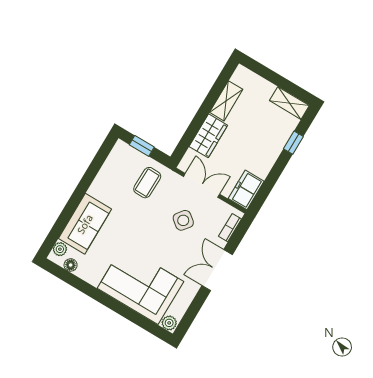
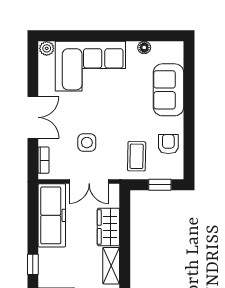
armchair: (113, 177) -> (168, 144), added
freezer: (246, 190) -> (52, 215), width x1.91, depth x1.26
side table: (183, 220) -> (87, 143), turned -38
plant: (60, 249) -> (177, 56), removed
floor lamp: (71, 265) -> (144, 47), moved

